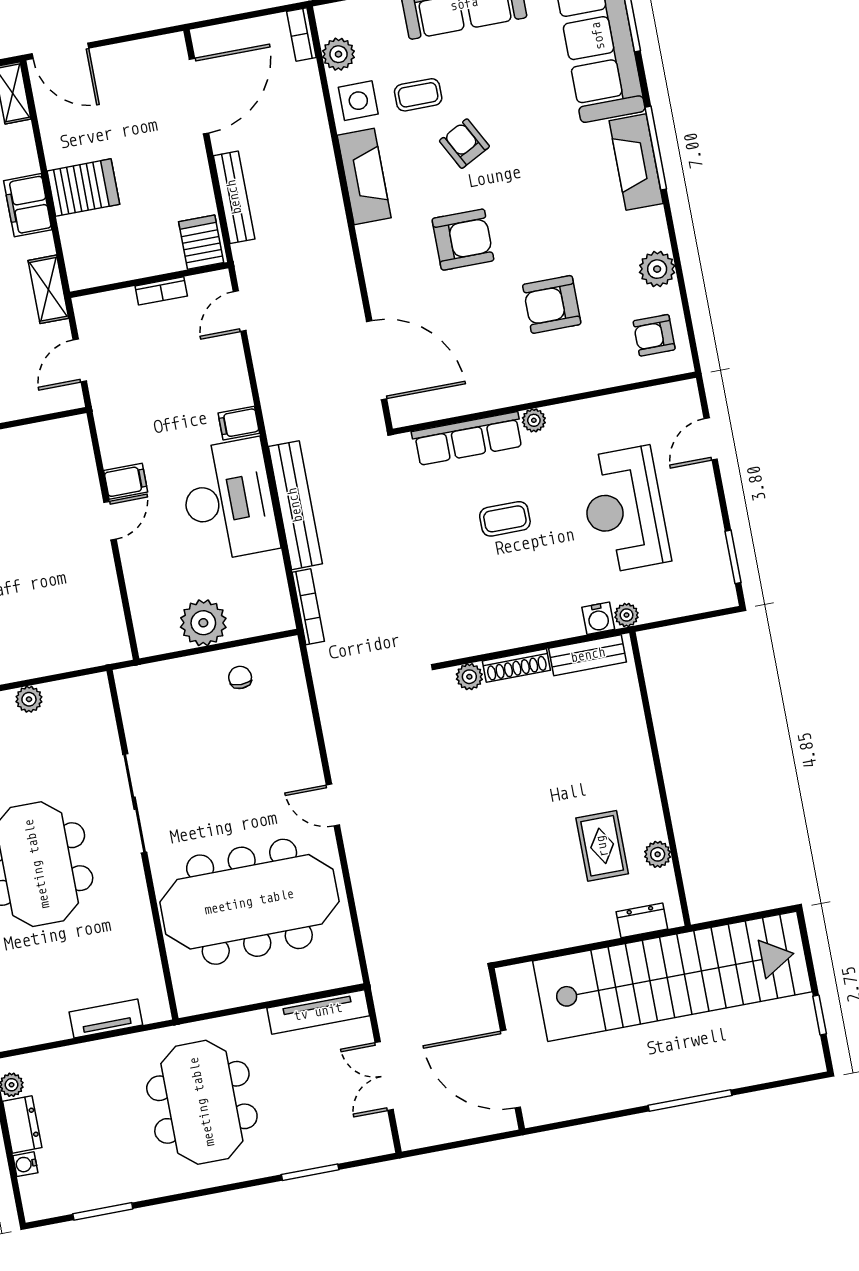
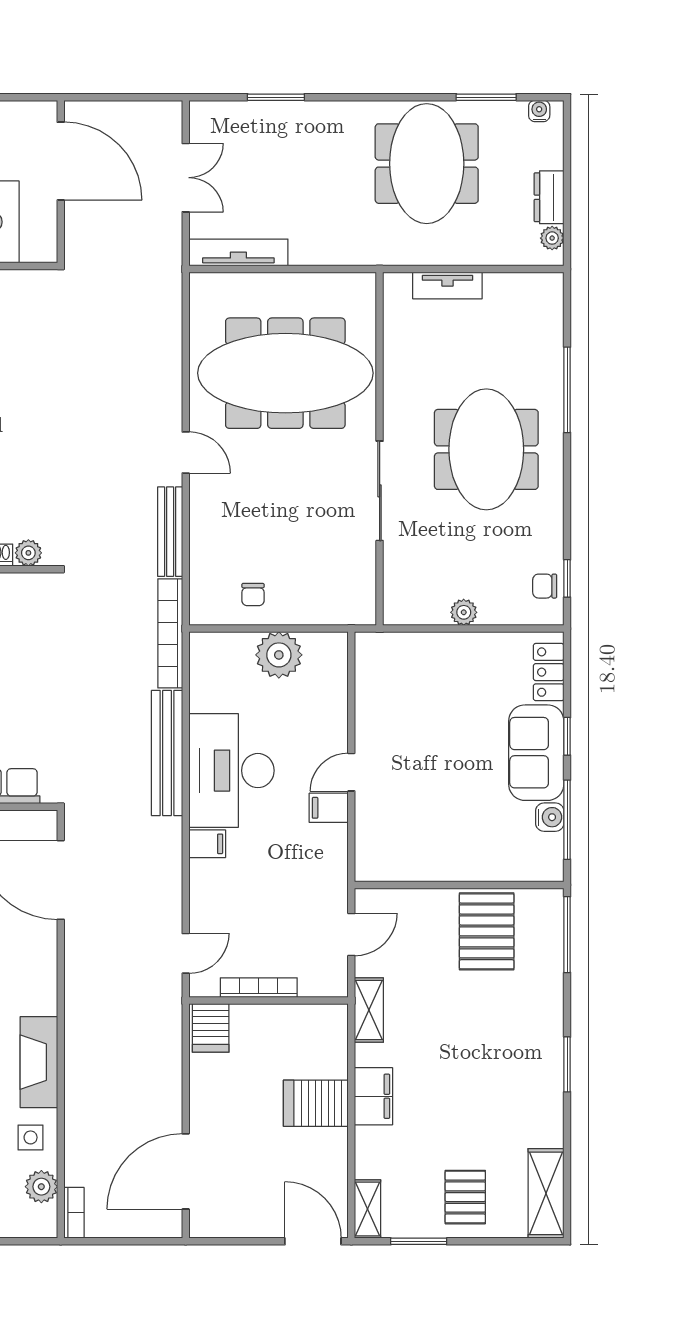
side table: (358, 101) -> (31, 1137), width x0.73, depth x0.73
bench: (234, 197) -> (170, 532), moved
bookcase: (161, 291) -> (259, 988), width x1.56
bookcase: (308, 607) -> (170, 633), width x1.48, depth x1.31
meeting table: (202, 1102) -> (427, 164), moved
water cooler: (25, 1164) -> (539, 111), moved, turned -90

